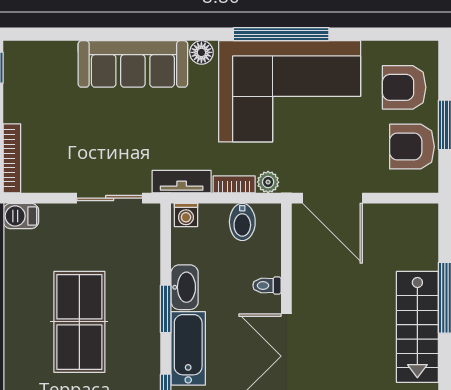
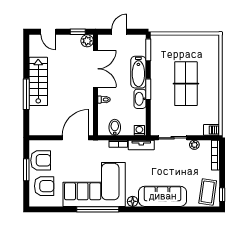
coffee table: (30, 74) -> (208, 192), added
plant: (268, 182) -> (194, 145), moved
door: (332, 198) -> (75, 138), hinge flipped

